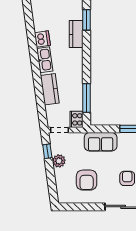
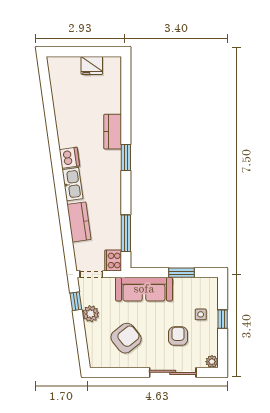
window: (86, 20) -> (126, 158), moved
kitchen counter: (76, 34) -> (113, 132), moved
sofa: (101, 142) -> (144, 289), width x1.36
armchair: (87, 180) -> (126, 338), turned -129

